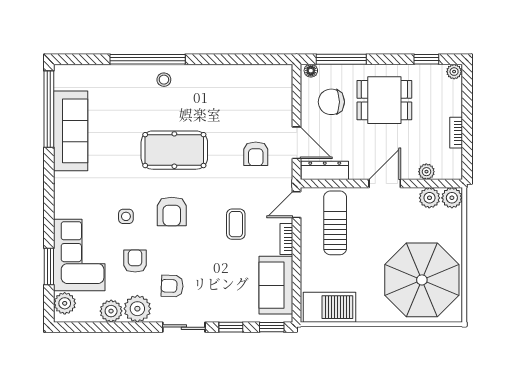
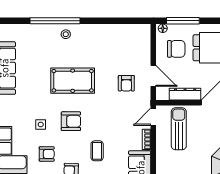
chair: (331, 102) -> (176, 49), turned 180
dresser: (325, 170) -> (185, 94), moved
armchair: (172, 211) -> (71, 121), turned -90
coffee table: (236, 224) -> (97, 151), moved
armchair: (135, 261) -> (47, 154), turned 90

